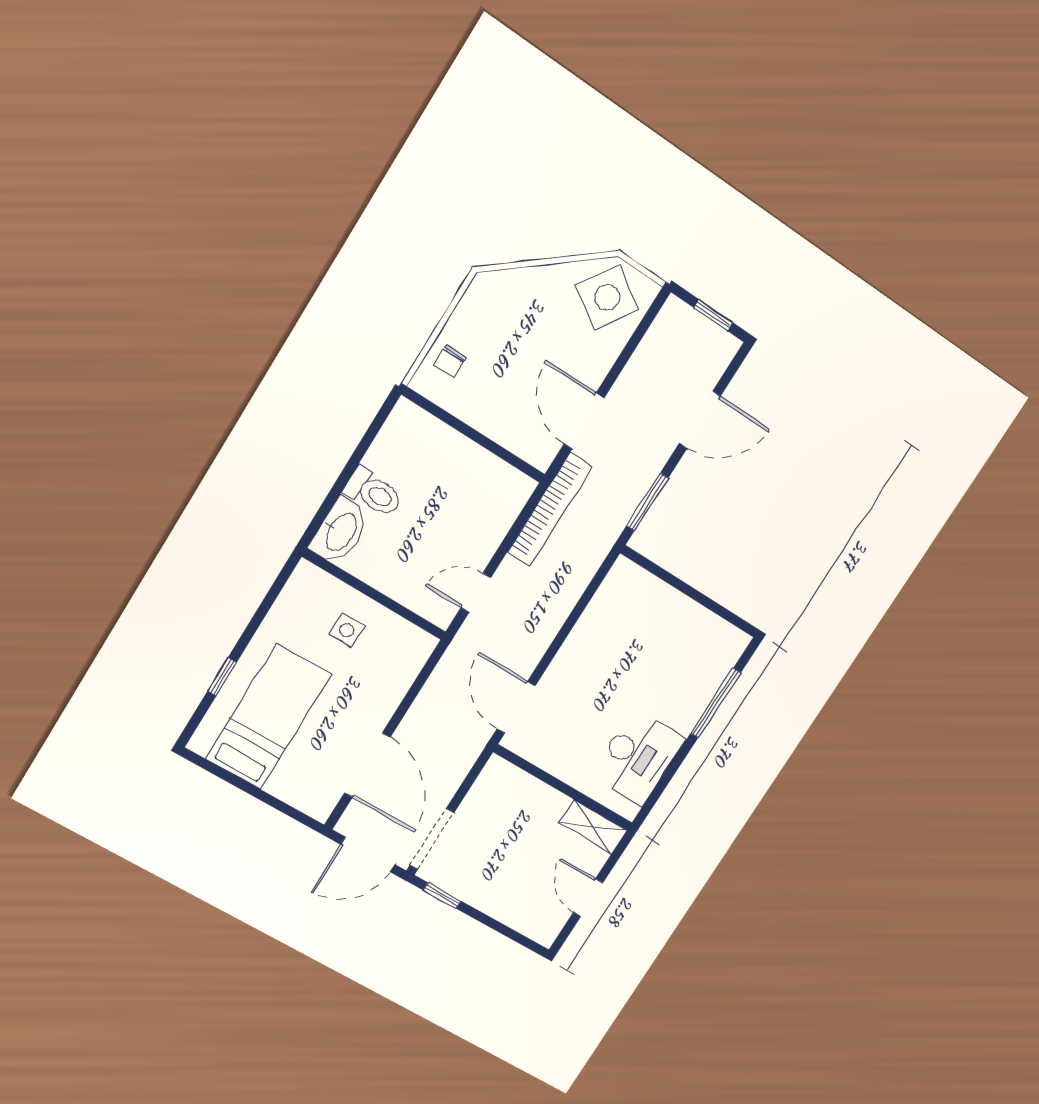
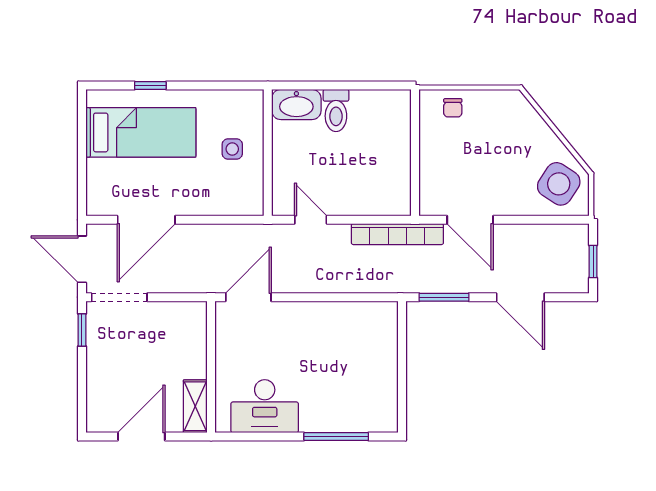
chair: (450, 361) -> (453, 108), turned -90
door: (584, 421) -> (470, 220), swing flipped
door: (588, 897) -> (141, 437), width x1.38

